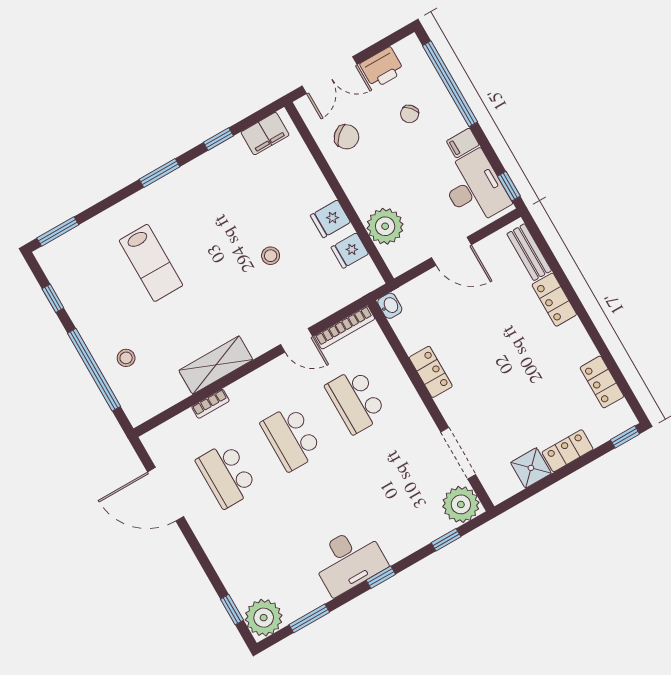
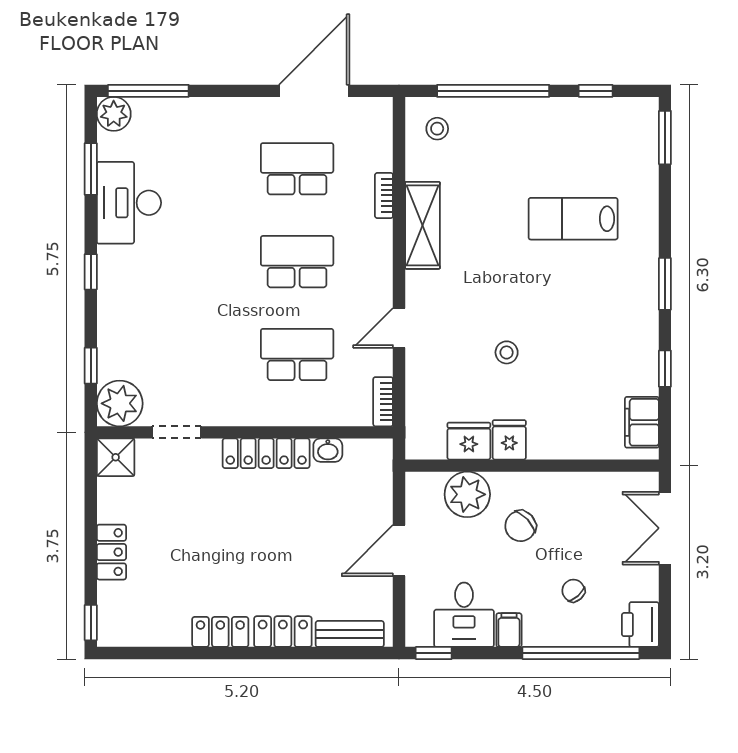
printer: (382, 68) -> (640, 625), moved
chair: (346, 137) -> (520, 526), moved
desk: (475, 188) -> (464, 615), width x0.73
fridge: (350, 251) -> (469, 441), width x1.38
washbasin: (390, 306) -> (328, 450), moved
bookcase: (345, 327) -> (383, 402), width x0.64
stool: (126, 358) -> (437, 129), moved
locker: (431, 372) -> (266, 453), width x1.53
locker: (602, 382) -> (220, 632), moved
doorway: (458, 453) -> (177, 432), width x0.73
shower: (531, 468) -> (116, 457), moved
desk: (349, 560) -> (129, 203), moved
window: (232, 610) -> (148, 91), width x2.17
plant: (264, 618) -> (114, 114), width x0.73, depth x0.73

